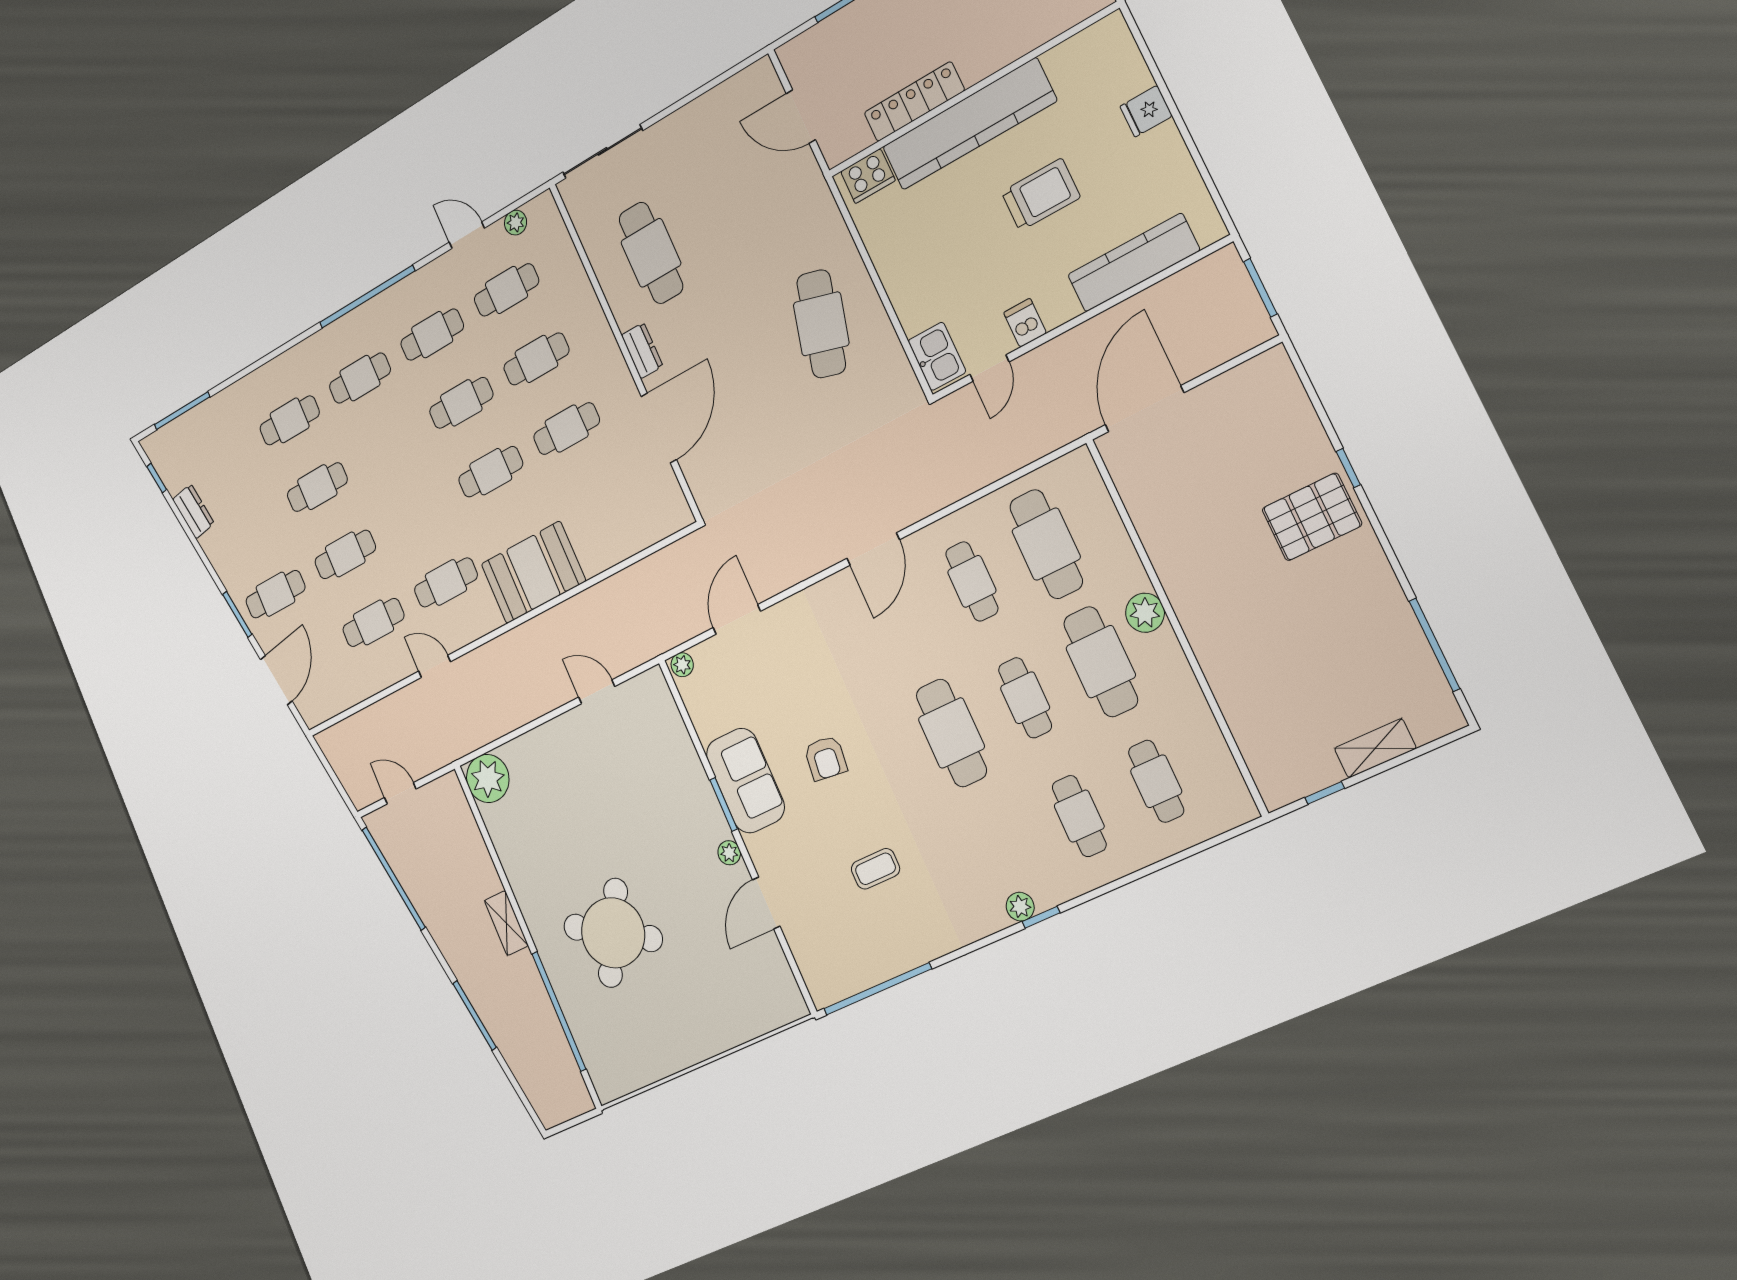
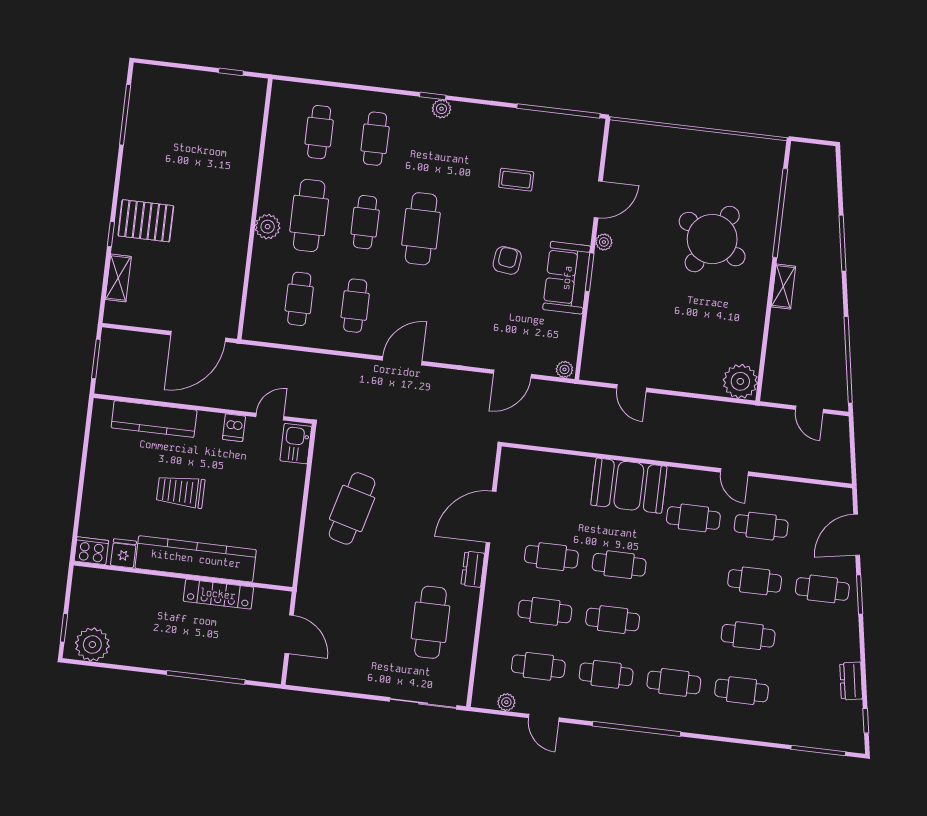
fridge: (1146, 111) -> (123, 553), moved, turned -90
cooker: (868, 176) -> (91, 551), moved
cafe table: (1046, 544) -> (299, 299), width x0.73, depth x0.74
shelving: (1375, 748) -> (118, 278), moved, turned 90

